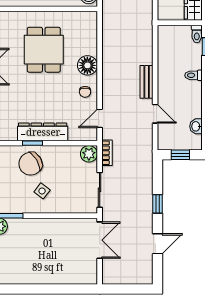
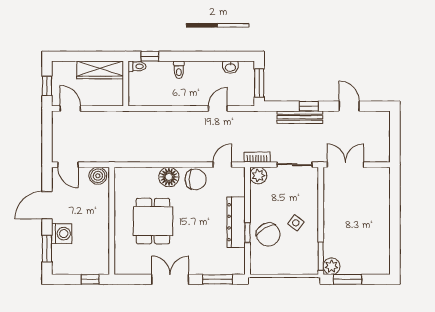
dining table: (44, 50) -> (153, 221), turned 90
bench: (147, 82) -> (300, 117), moved, width x1.36
chair: (85, 92) -> (196, 179), width x1.87, depth x1.87
door: (100, 118) -> (222, 165), swing flipped
window: (180, 155) -> (259, 83), width x1.50

